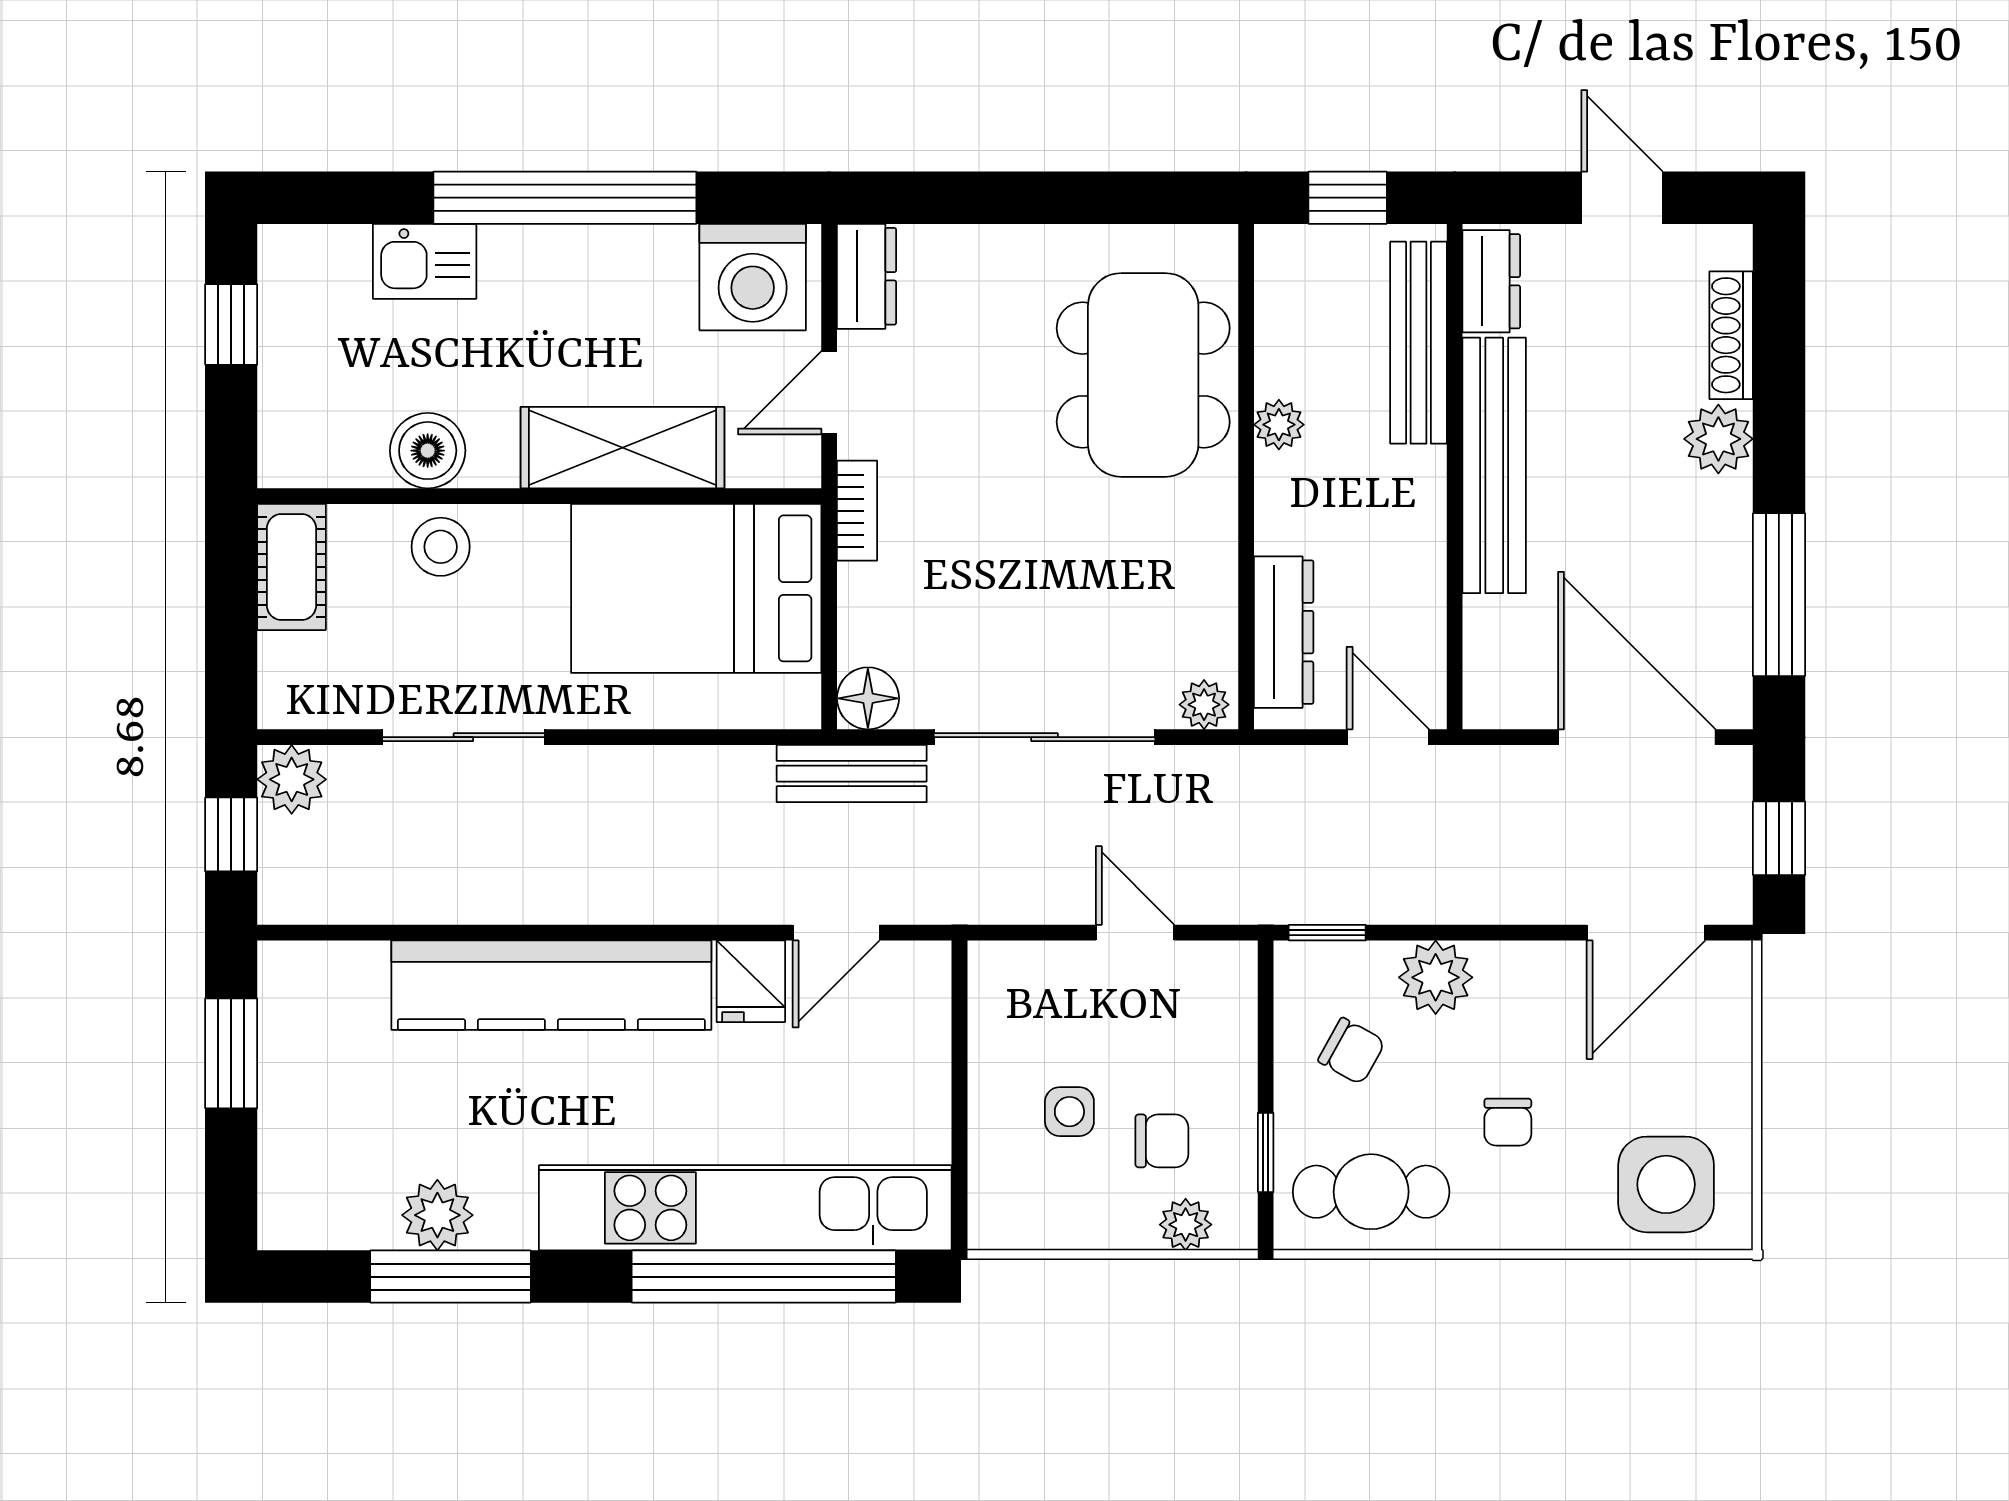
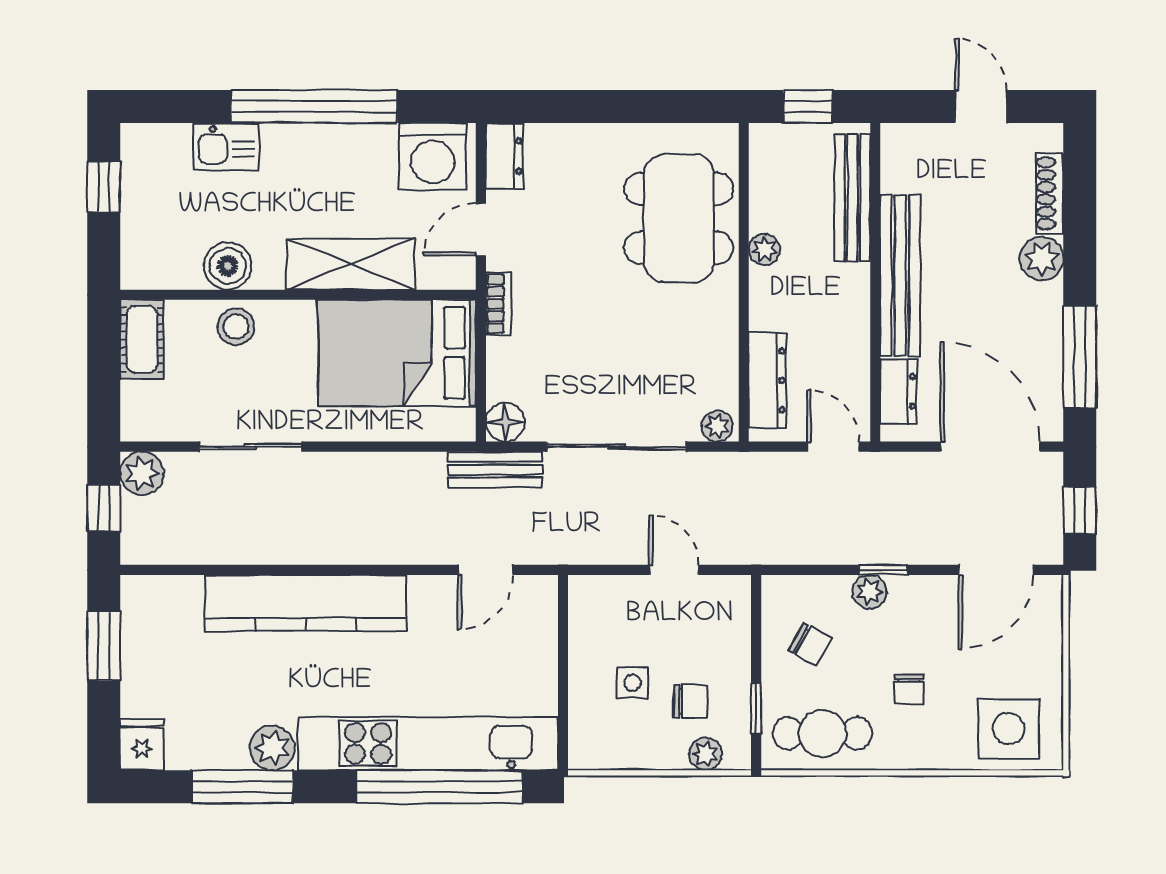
dresser: (1491, 281) -> (898, 392), moved
window: (1327, 933) -> (883, 570), moved
plant: (1436, 977) -> (870, 592), width x0.73, depth x0.73
fridge: (751, 981) -> (142, 745), moved, turned 180
plant: (437, 1215) -> (272, 748), moved

